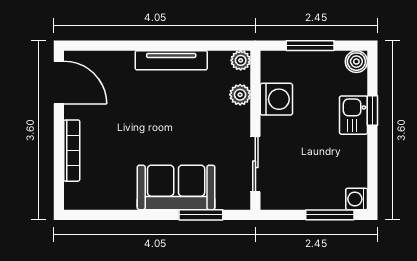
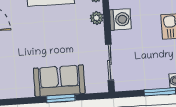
window: (201, 215) -> (61, 98), moved

